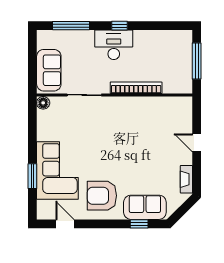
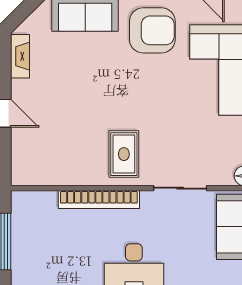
rug: (120, 117) -> (124, 154), added

